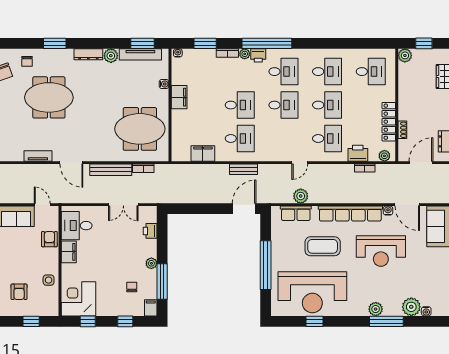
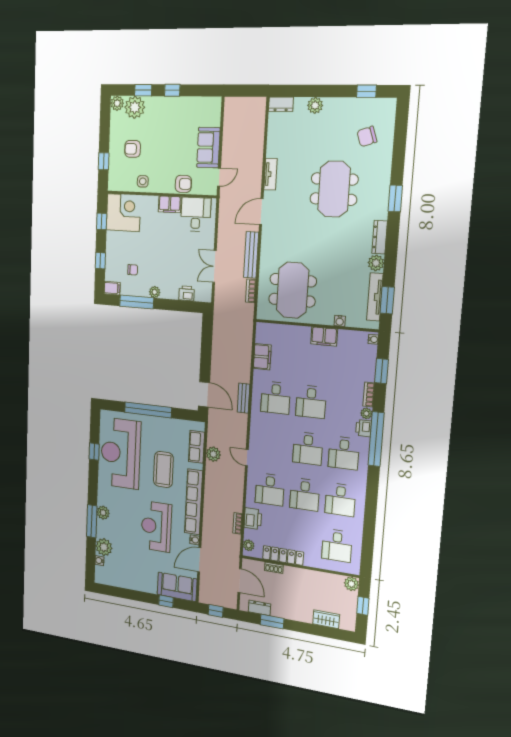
chair: (27, 61) -> (377, 165), removed

